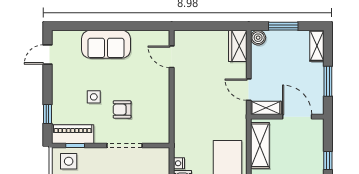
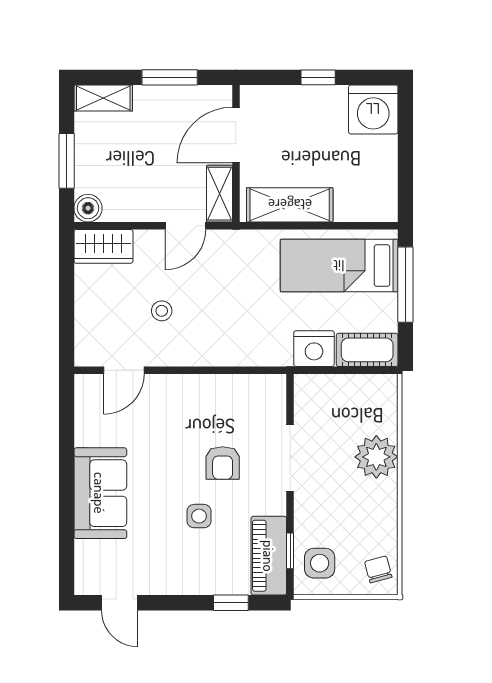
stool: (203, 77) -> (162, 311), added
nightstand: (179, 163) -> (314, 349), width x1.89, depth x1.79

